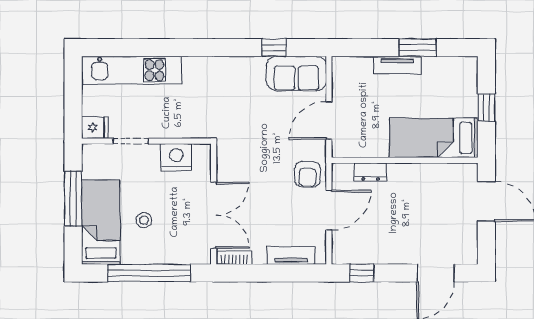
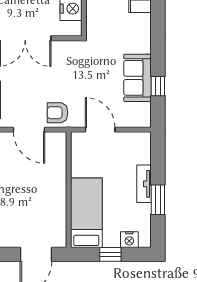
sofa: (296, 73) -> (137, 78), moved
nightstand: (468, 84) -> (129, 240), added
dresser: (371, 172) -> (59, 163), removed

